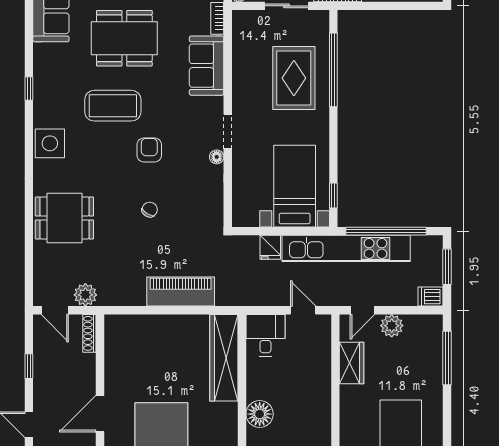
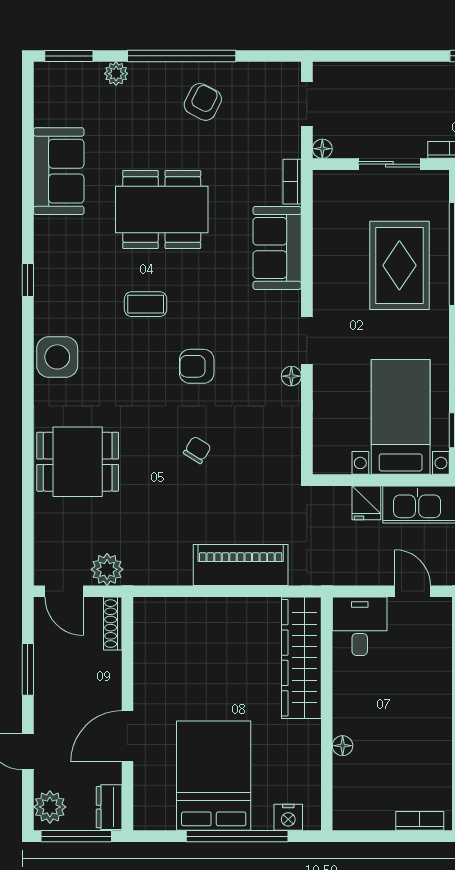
coffee table: (113, 106) -> (146, 304), width x0.54, depth x0.58
armchair: (149, 150) -> (197, 366), turned -90
window: (29, 366) -> (28, 669), width x1.50
floor lamp: (260, 414) -> (343, 746), width x0.53, depth x0.53

